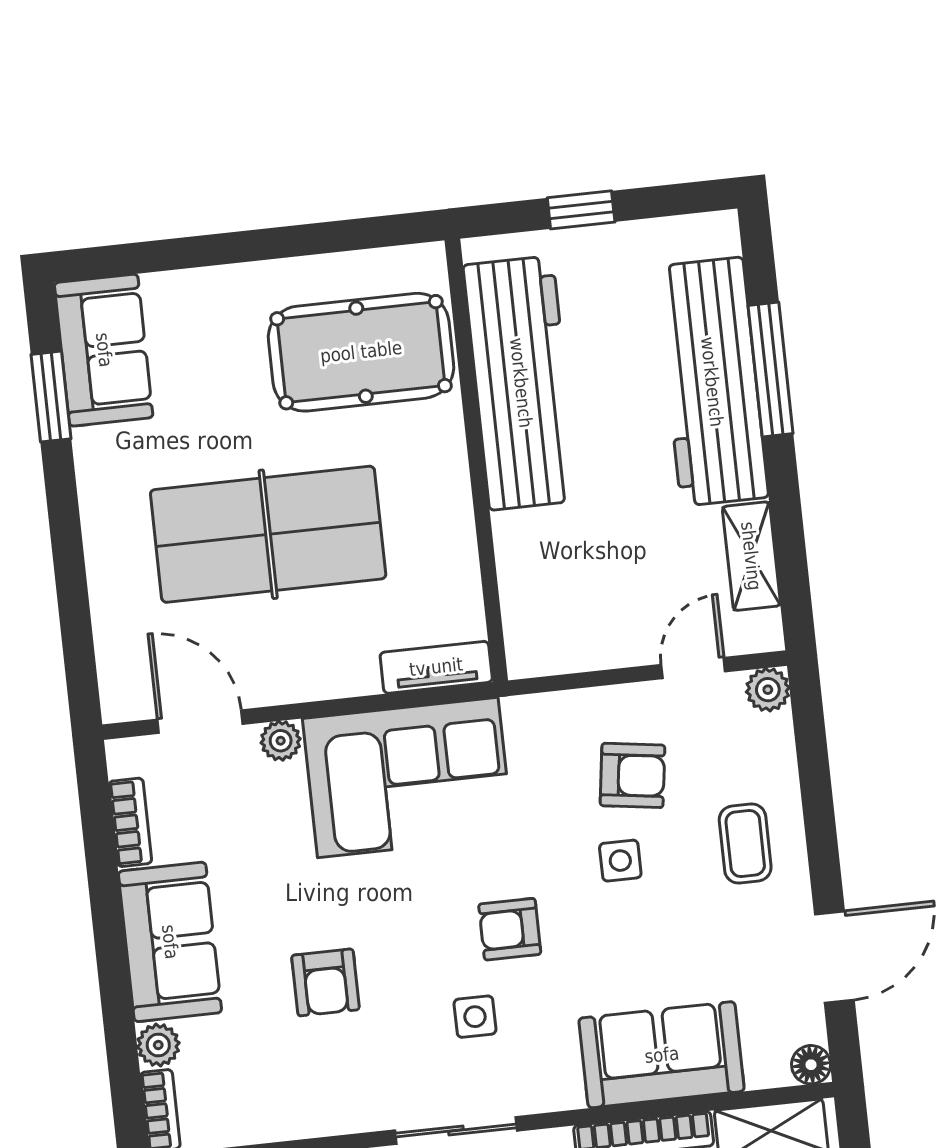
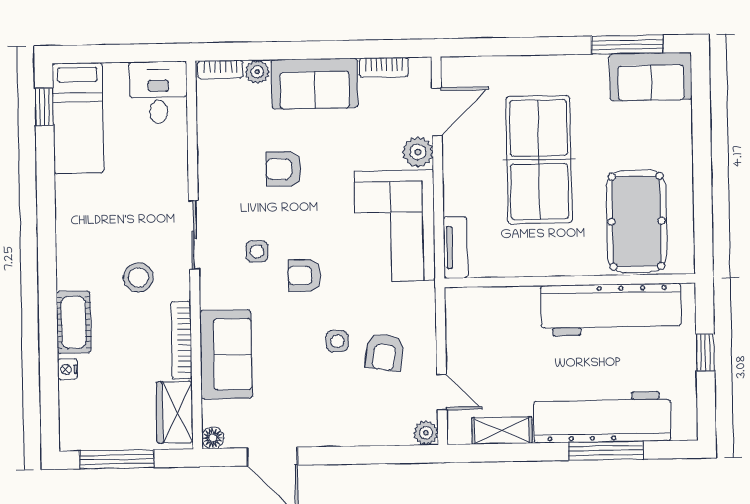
window: (51, 397) -> (627, 45), width x1.44
plant: (281, 741) -> (418, 152), width x1.38, depth x1.38
coffee table: (745, 843) -> (341, 412), removed
armchair: (510, 929) -> (304, 275), turned -90

